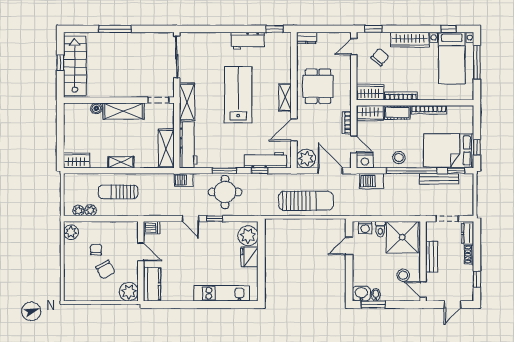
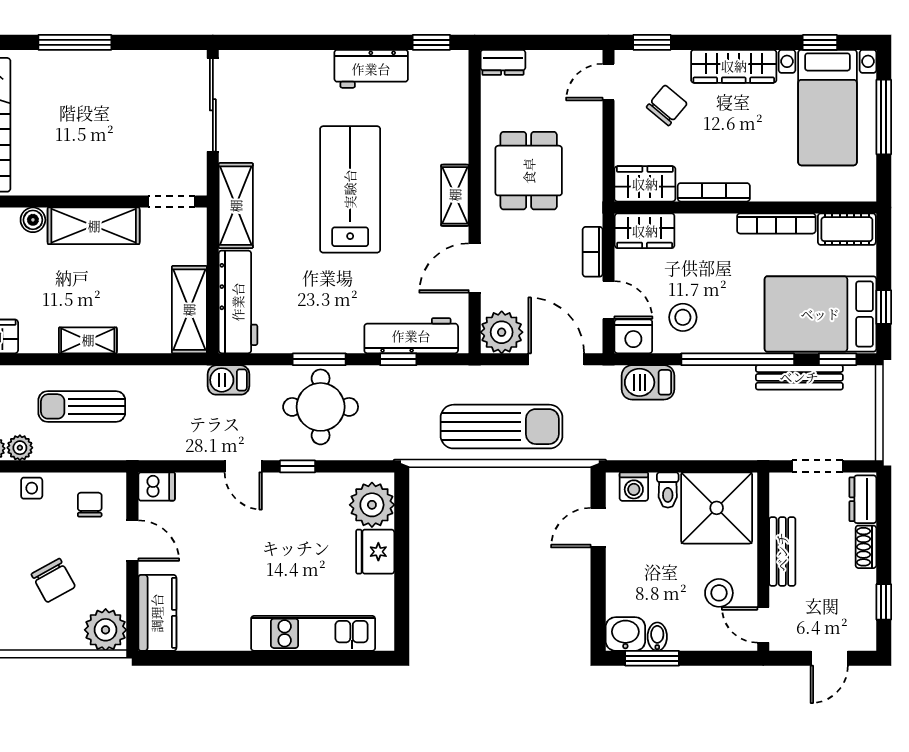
cot: (397, 112) -> (847, 229), moved
stool: (399, 158) -> (683, 317), moved
side table: (96, 228) -> (32, 488), added
chair: (96, 250) -> (90, 505), moved

